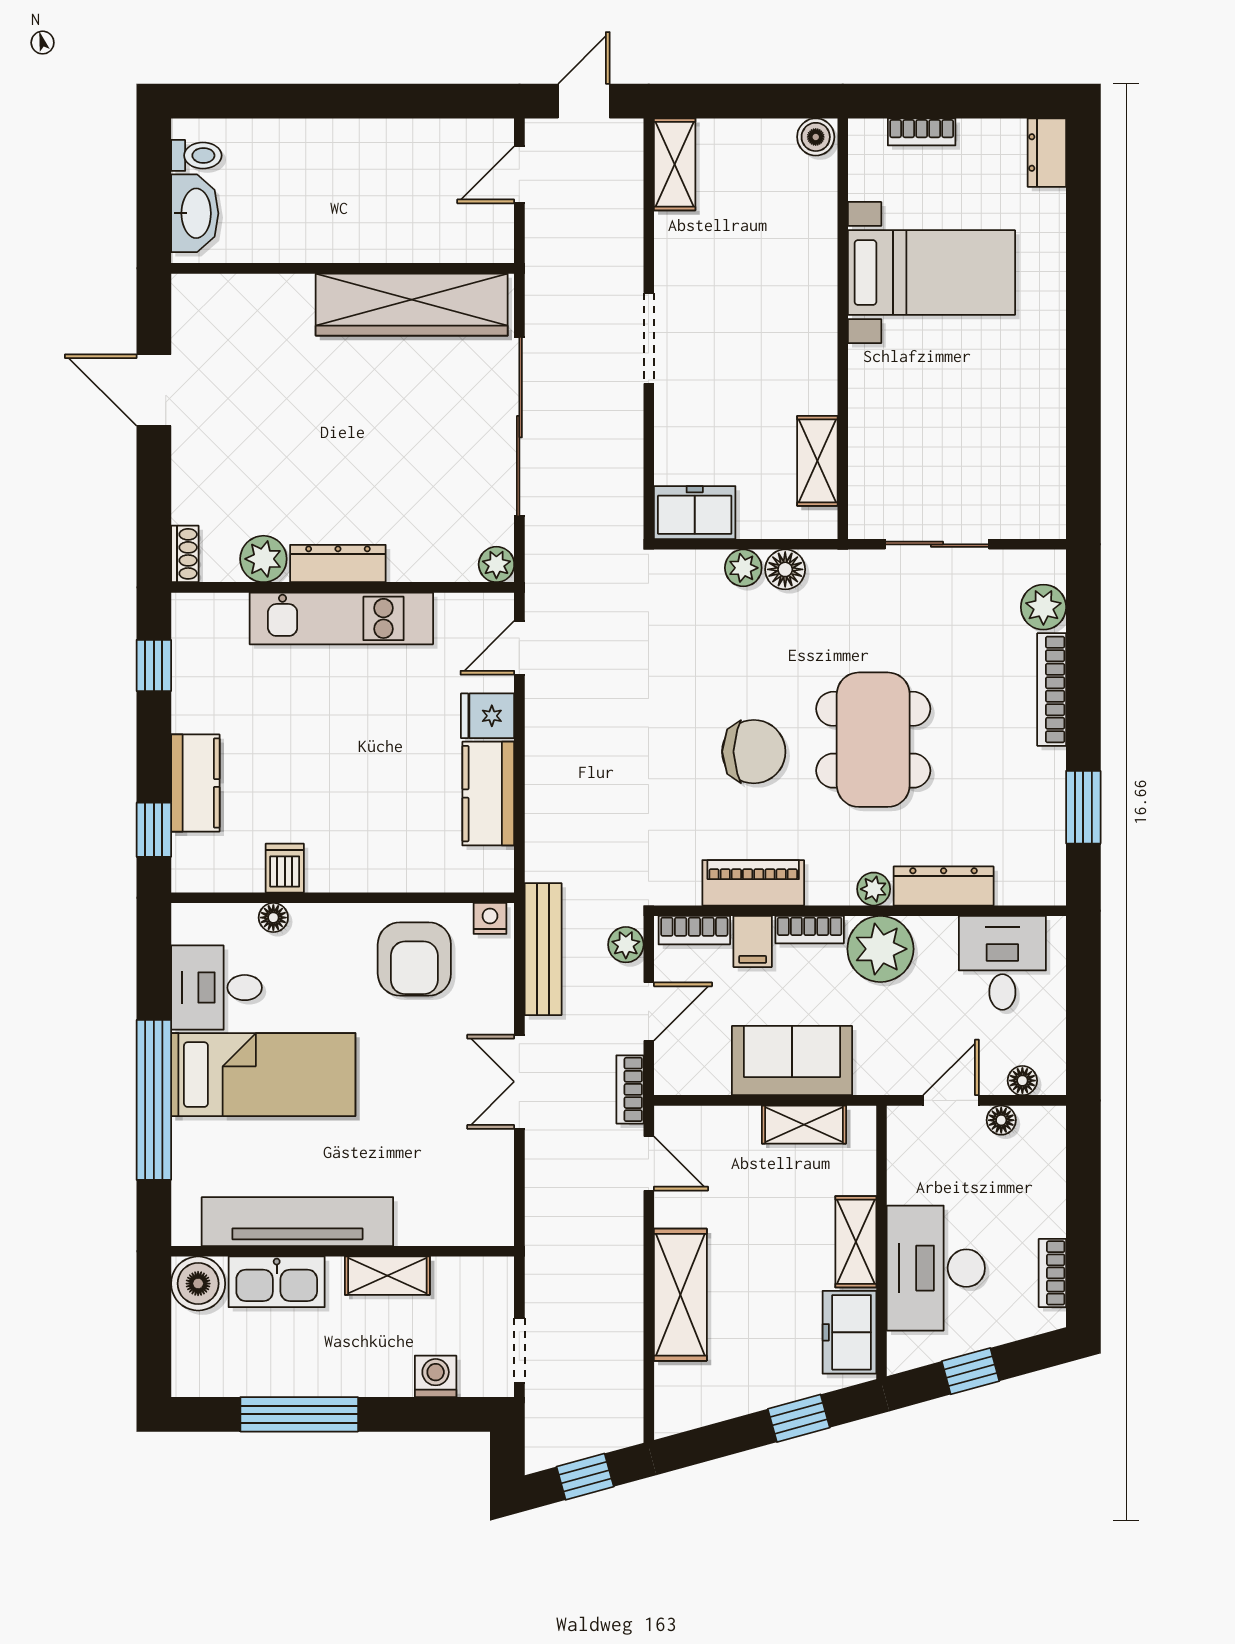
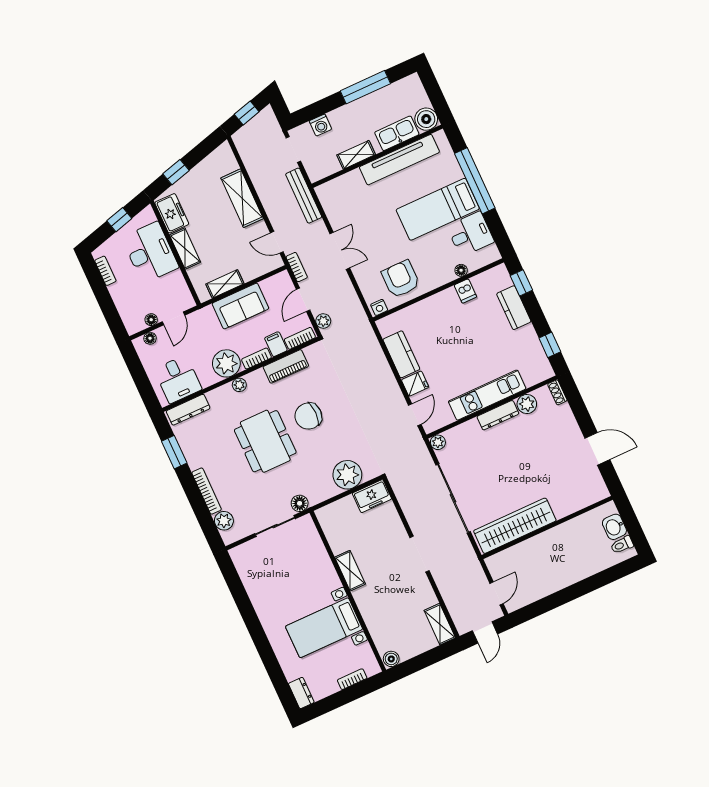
washbasin: (195, 213) -> (614, 527), width x0.72
shelving: (817, 461) -> (350, 571), moved
plant: (743, 568) -> (347, 475), width x1.87, depth x1.87
floor lamp: (785, 569) -> (300, 503), moved
dresser: (944, 886) -> (188, 410), moved
bench: (543, 949) -> (304, 196), moved

